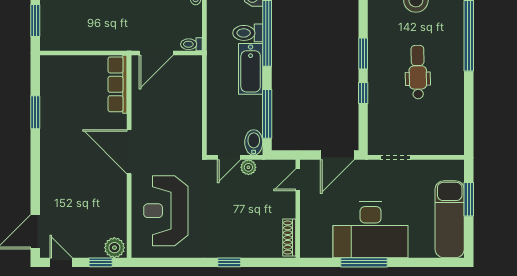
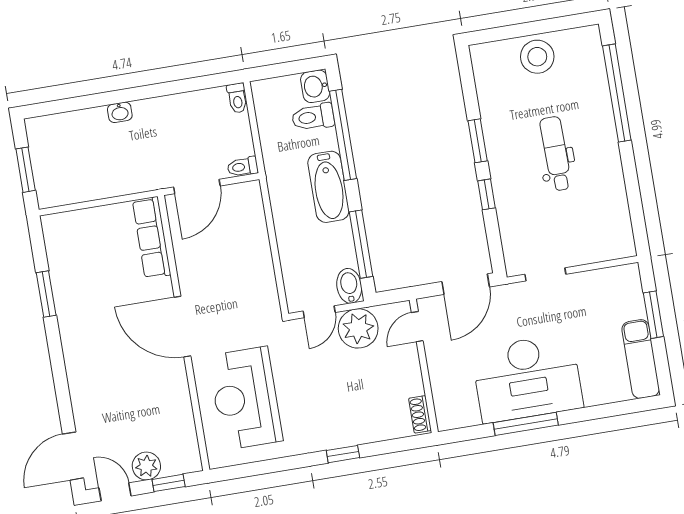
toilet: (248, 33) -> (313, 117), moved
plant: (248, 167) -> (358, 328), width x1.88, depth x1.88
exam couch: (450, 219) -> (641, 359), width x0.73, depth x0.69
shoe rack: (289, 237) -> (420, 414), width x0.70
plant: (114, 248) -> (146, 466), moved

